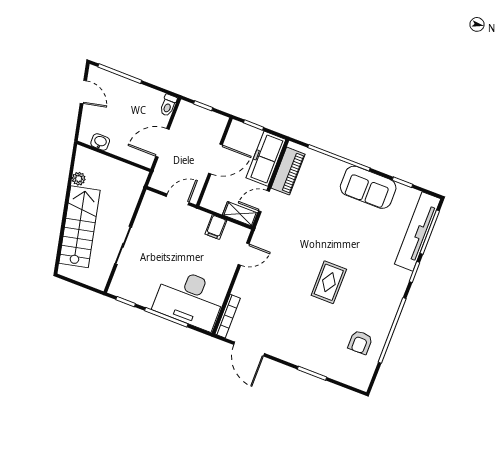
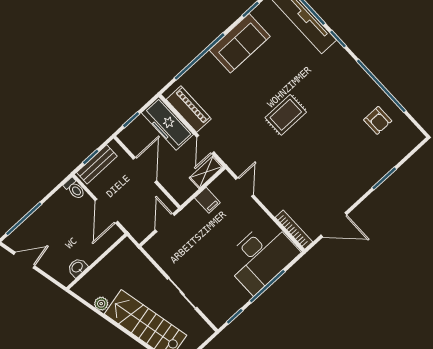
bench: (199, 114) -> (97, 164), added
rug: (329, 282) -> (286, 115), moved, turned 90

